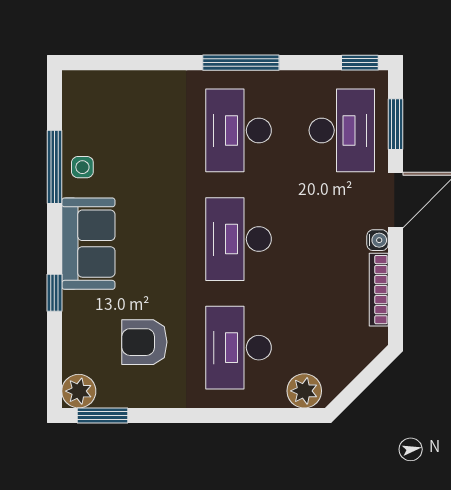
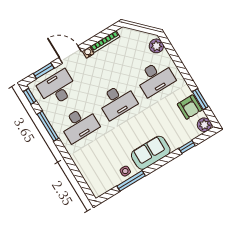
window: (241, 63) -> (48, 126), moved
window: (54, 293) -> (187, 147), moved
armchair: (144, 342) -> (190, 107), moved
window: (102, 415) -> (200, 99), moved

